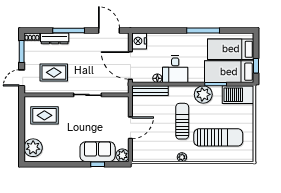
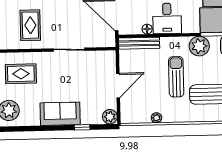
rug: (54, 72) -> (30, 25), turned 90
sofa: (98, 152) -> (60, 114), moved
plant: (182, 157) -> (156, 118), moved

